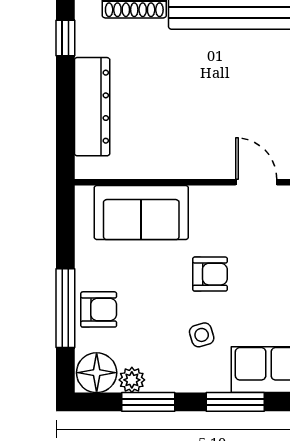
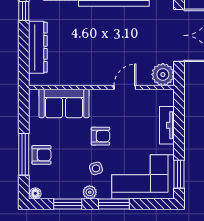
door: (256, 182) -> (125, 87), hinge flipped
floor lamp: (97, 373) -> (35, 193), width x0.53, depth x0.53
plant: (132, 380) -> (90, 192), moved

